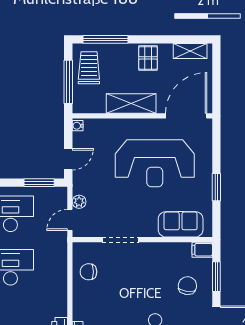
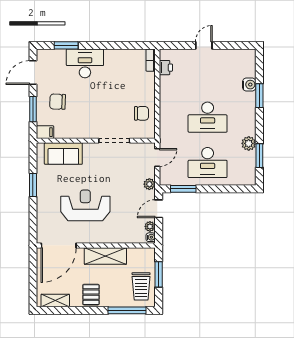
window: (68, 82) -> (159, 274), width x0.69
plant: (78, 138) -> (150, 226), added
reception desk: (155, 163) -> (85, 205), width x0.74, depth x0.77
plant: (79, 202) -> (149, 184), moved
chair: (187, 286) -> (58, 102), turned 85

